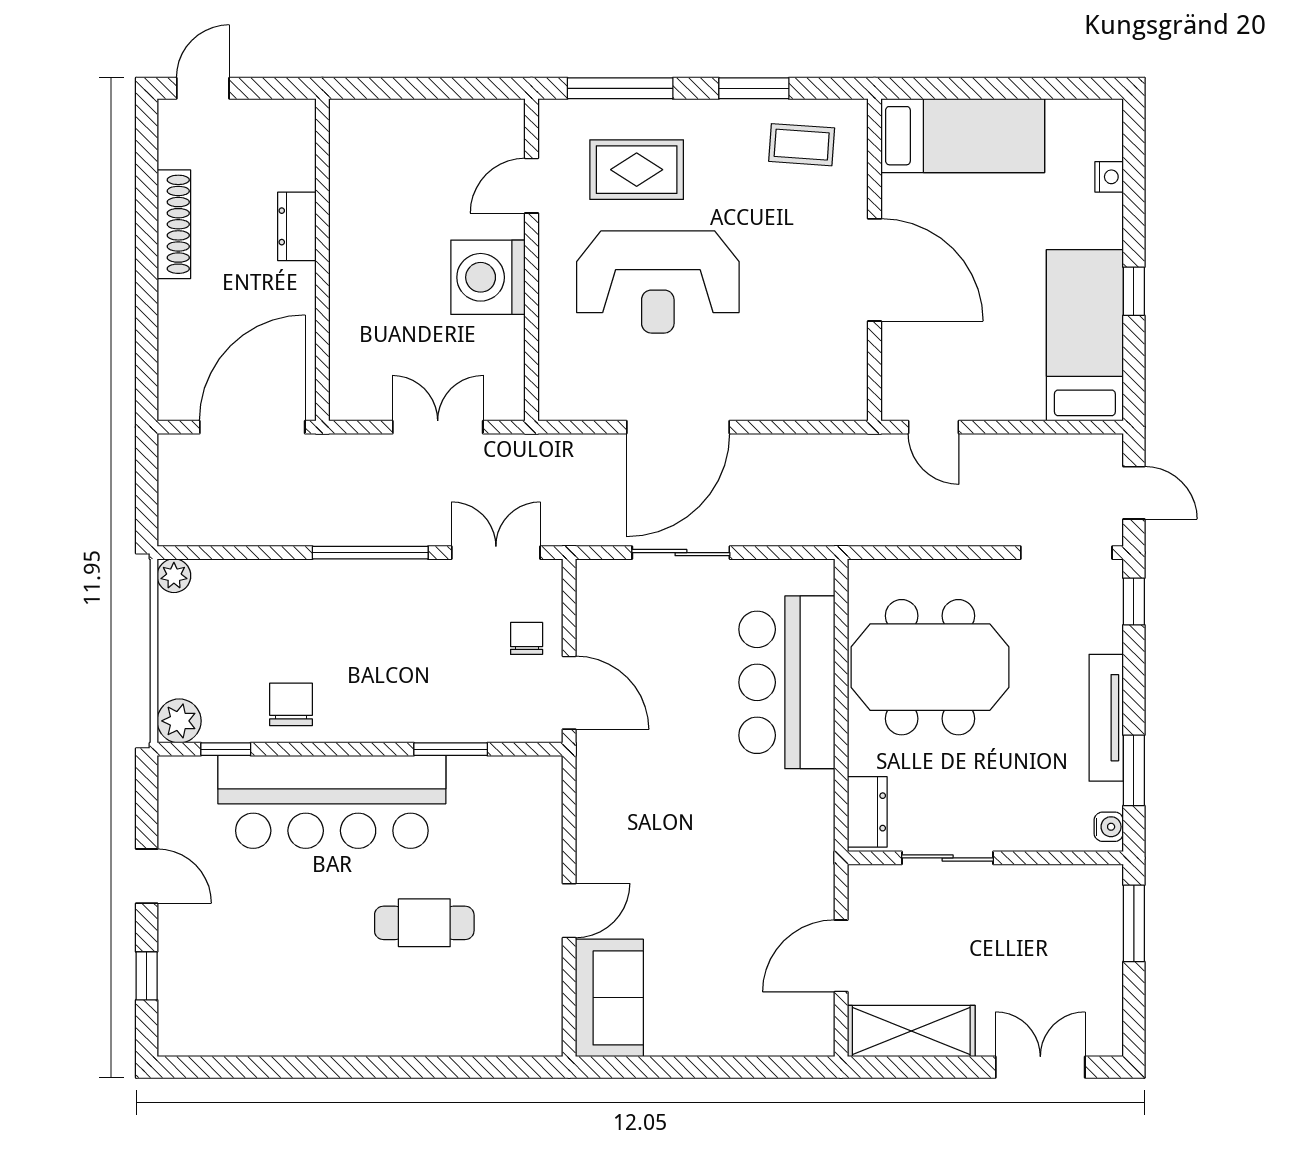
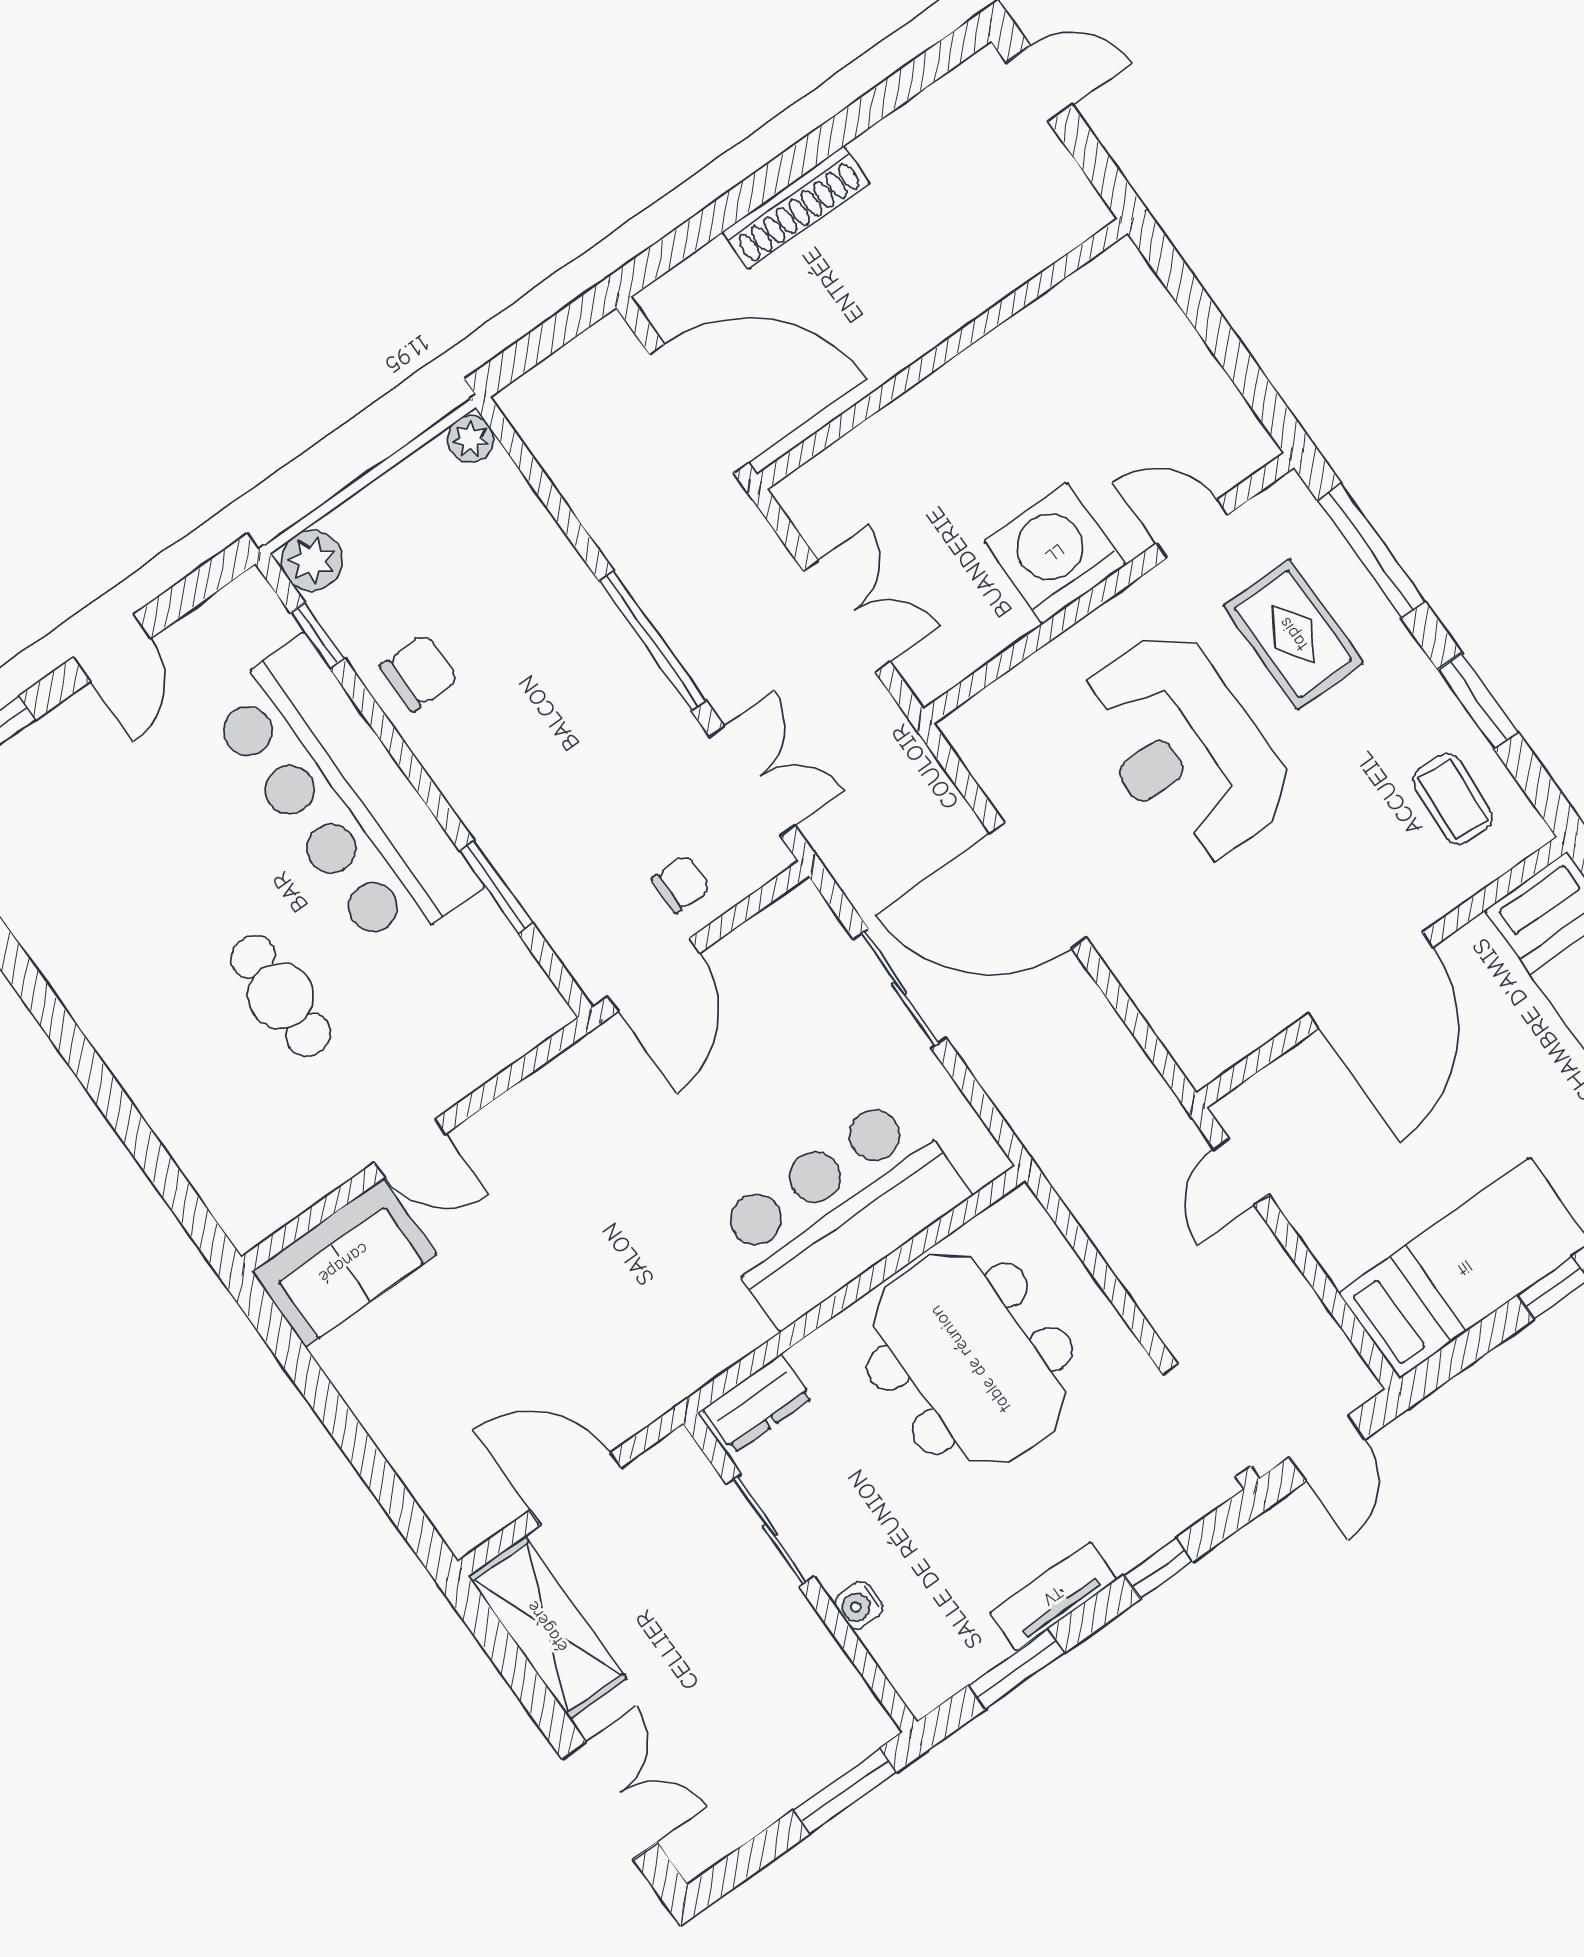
shoe rack: (174, 224) -> (796, 208), moved
dresser: (297, 226) -> (959, 299), removed
window: (1134, 601) -> (1158, 1568), moved
tv unit: (1106, 718) -> (1053, 1596), width x0.71
water cooler: (1109, 827) -> (859, 1605), moved, turned 90

